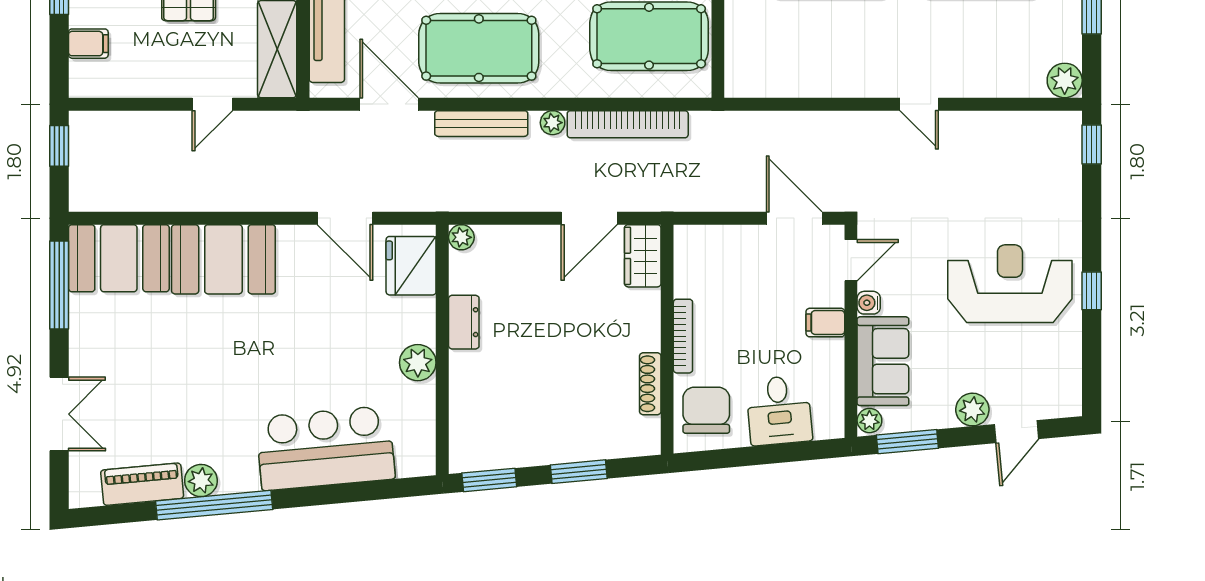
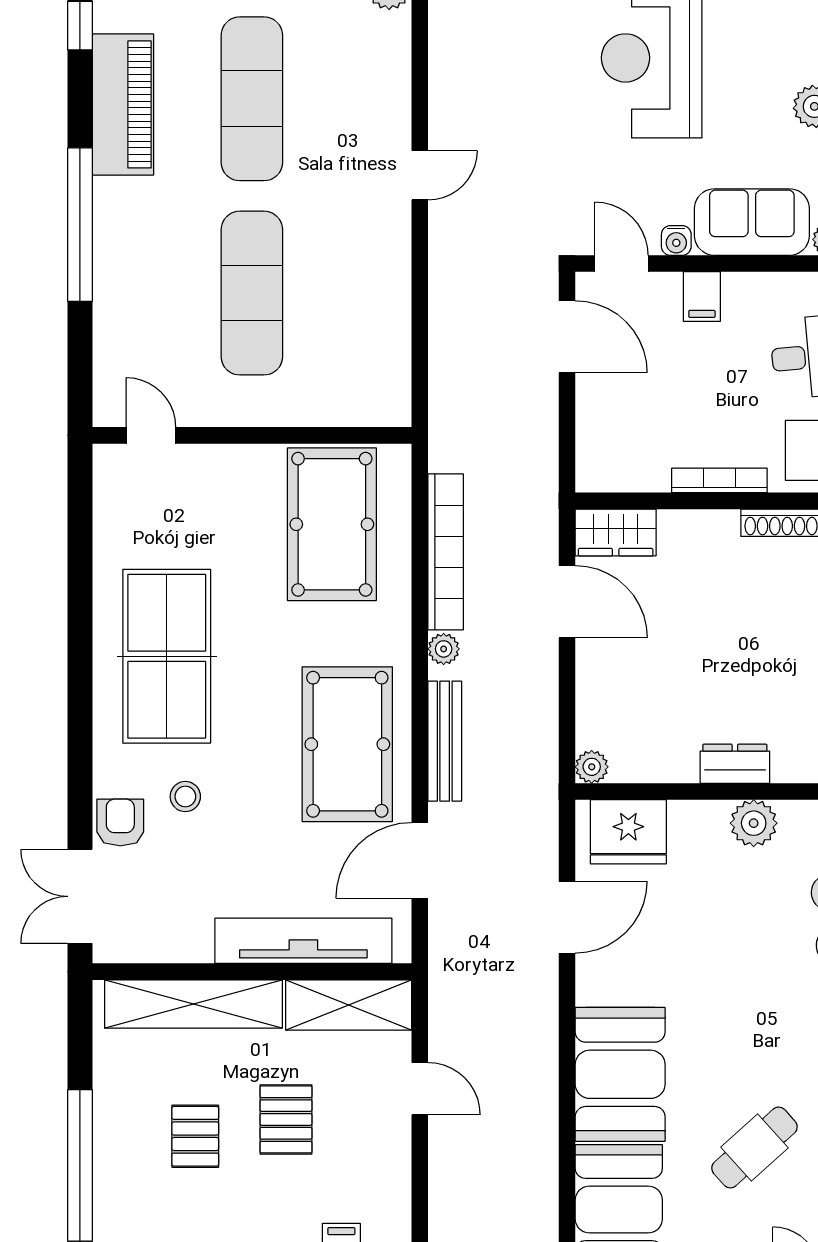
door: (794, 218) -> (567, 337), swing flipped
dresser: (464, 322) -> (735, 764), moved
cafe table: (167, 363) -> (754, 1147), added

